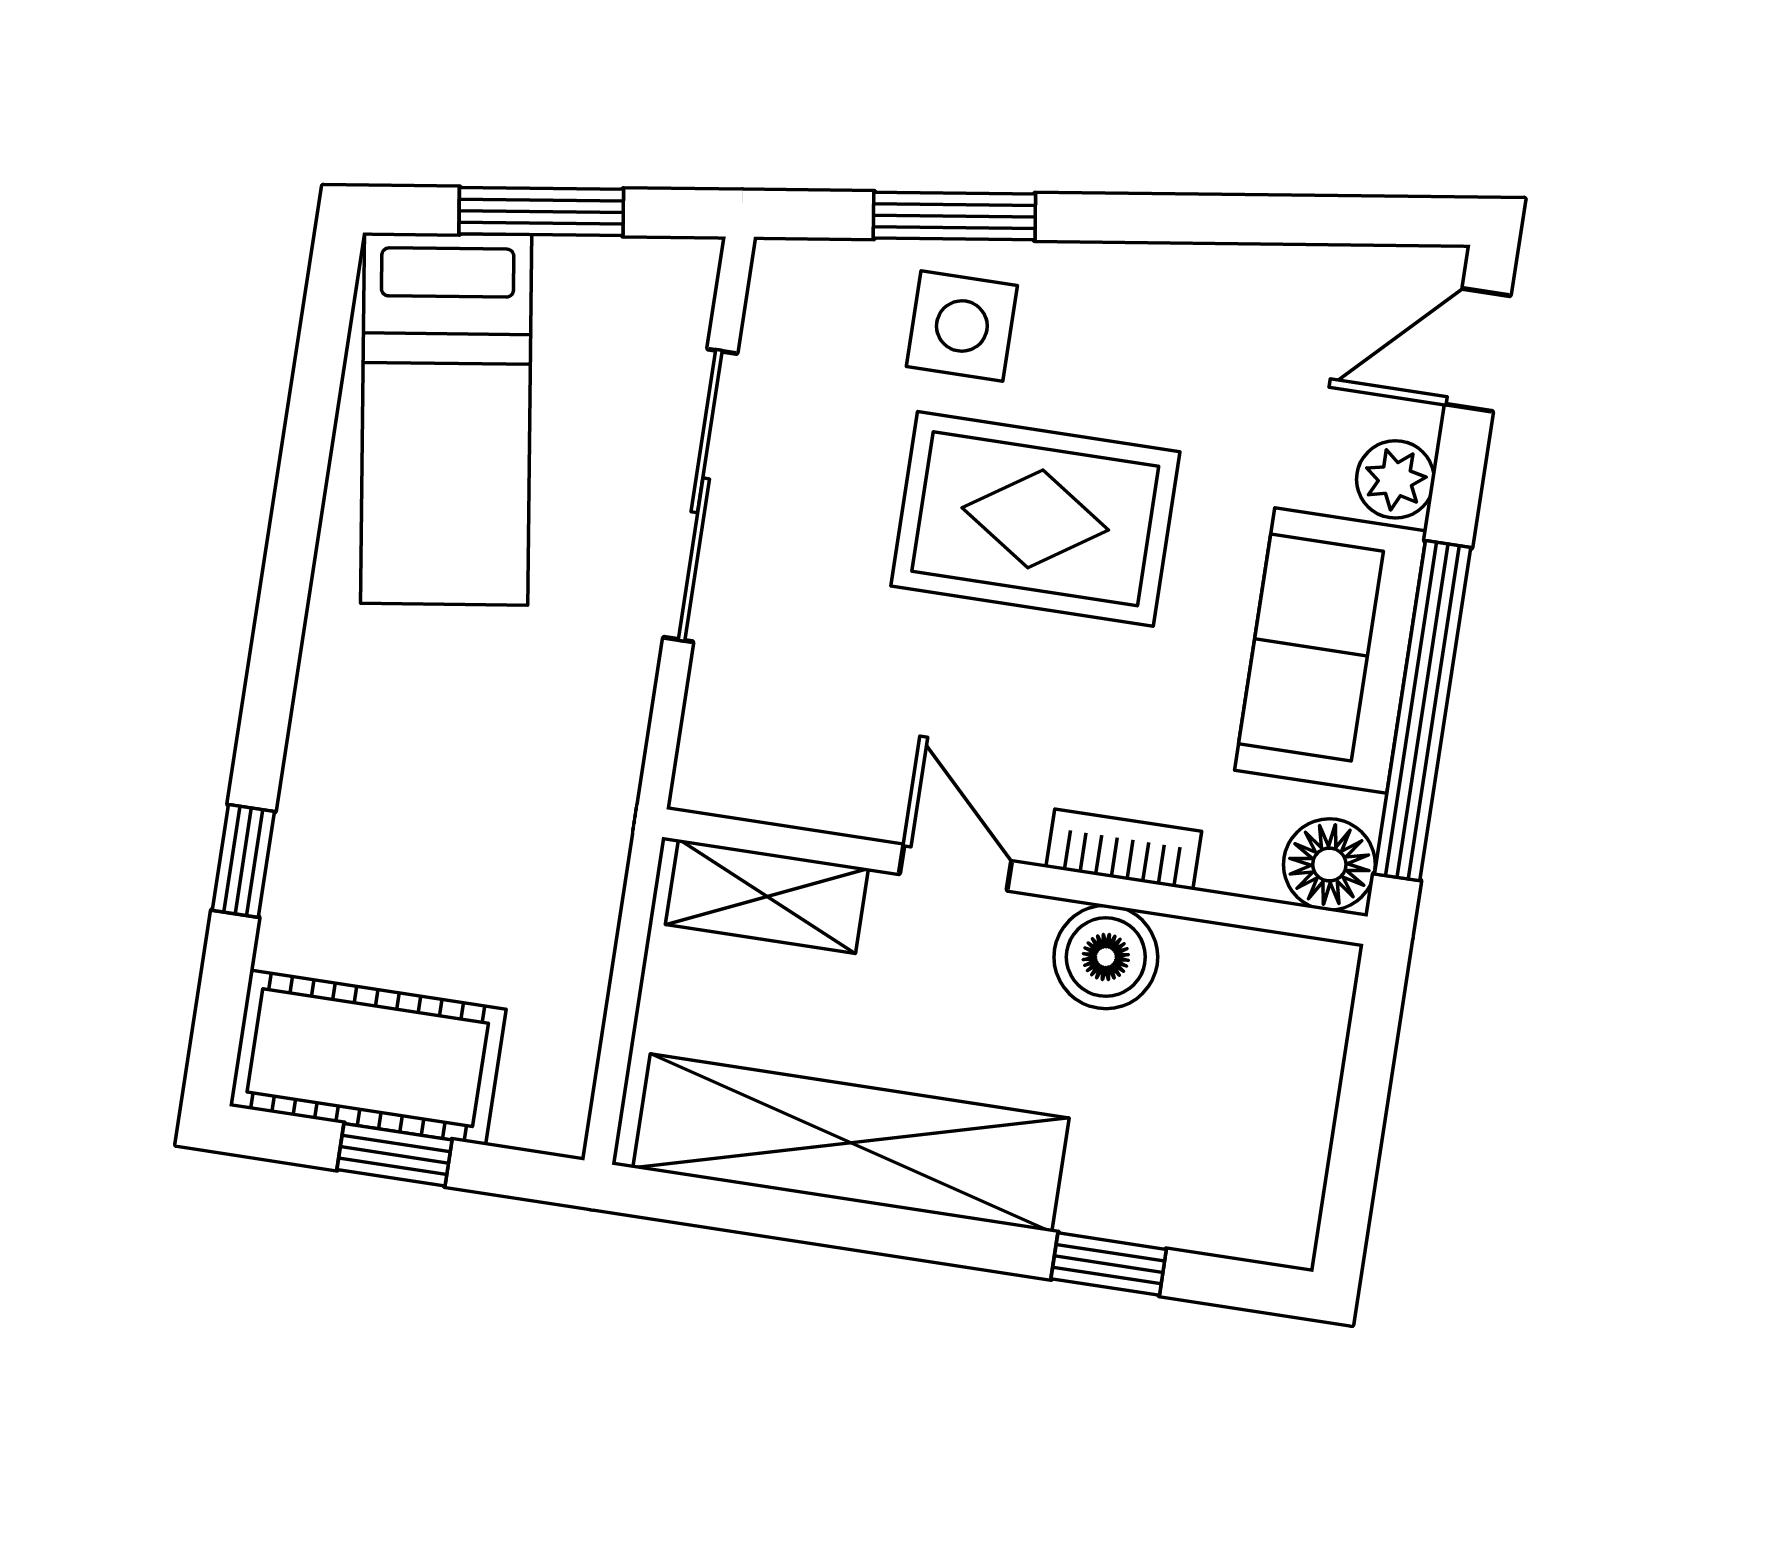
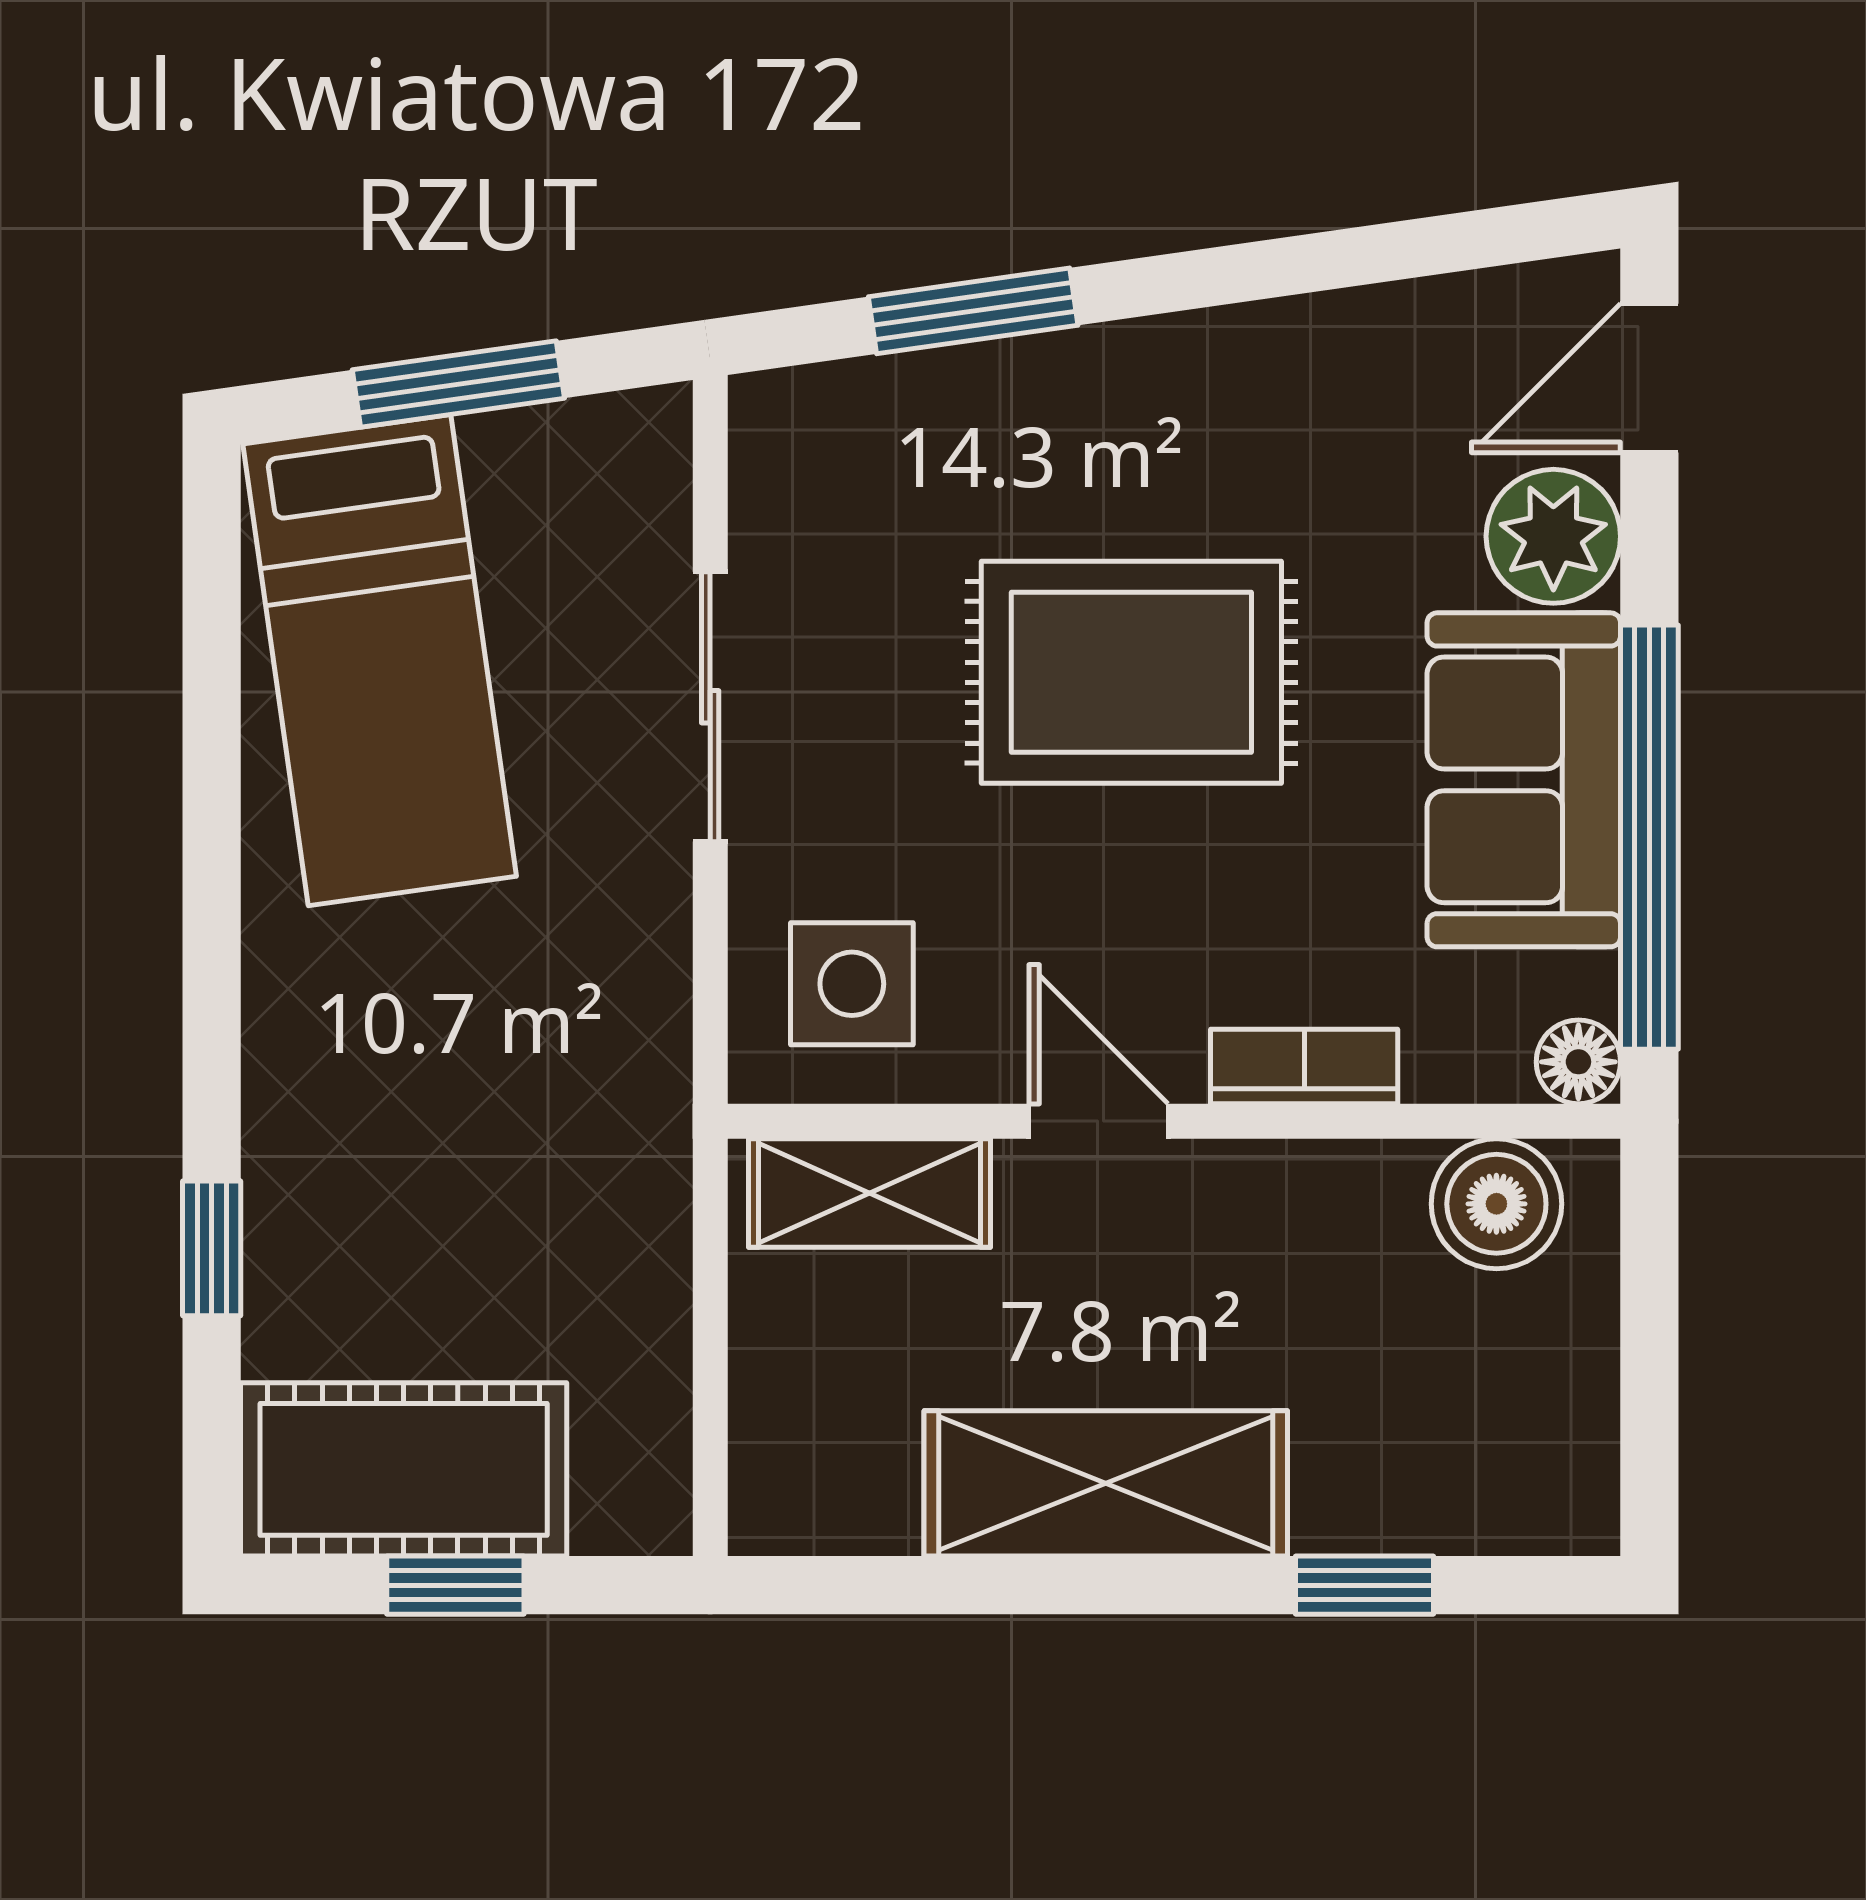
side table: (962, 326) -> (852, 984), moved
plant: (1395, 479) -> (1553, 536), width x1.38, depth x1.38
sliding door: (700, 495) -> (710, 707), width x0.73
floor lamp: (1329, 865) -> (1578, 1062), width x0.73, depth x0.73
boiler: (1106, 957) -> (1496, 1204), moved
shelving: (851, 1143) -> (1106, 1483), width x0.68

